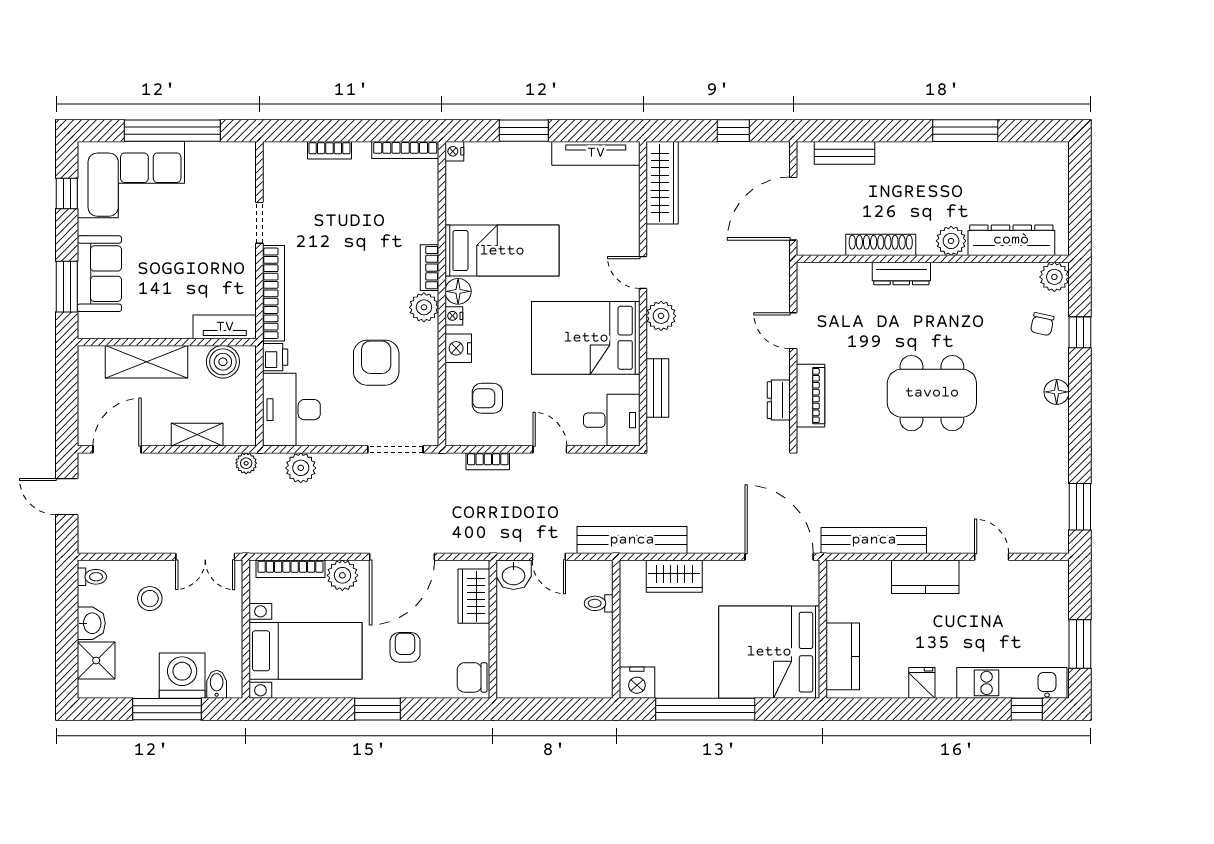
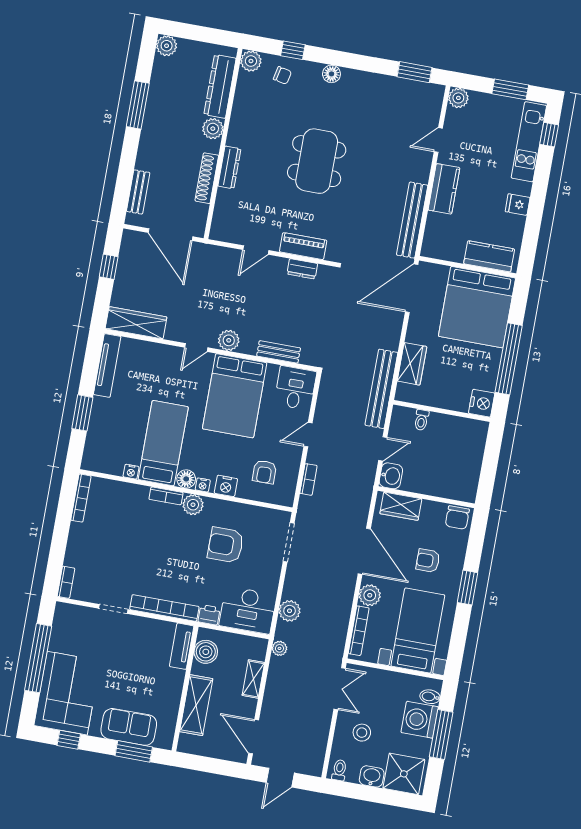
bookcase: (329, 150) -> (66, 582), moved
nightstand: (454, 151) -> (131, 472), moved
plant: (1055, 156) -> (167, 46), added
plant: (1055, 574) -> (458, 98), added
shower: (96, 660) -> (404, 774), width x1.36, depth x1.36

